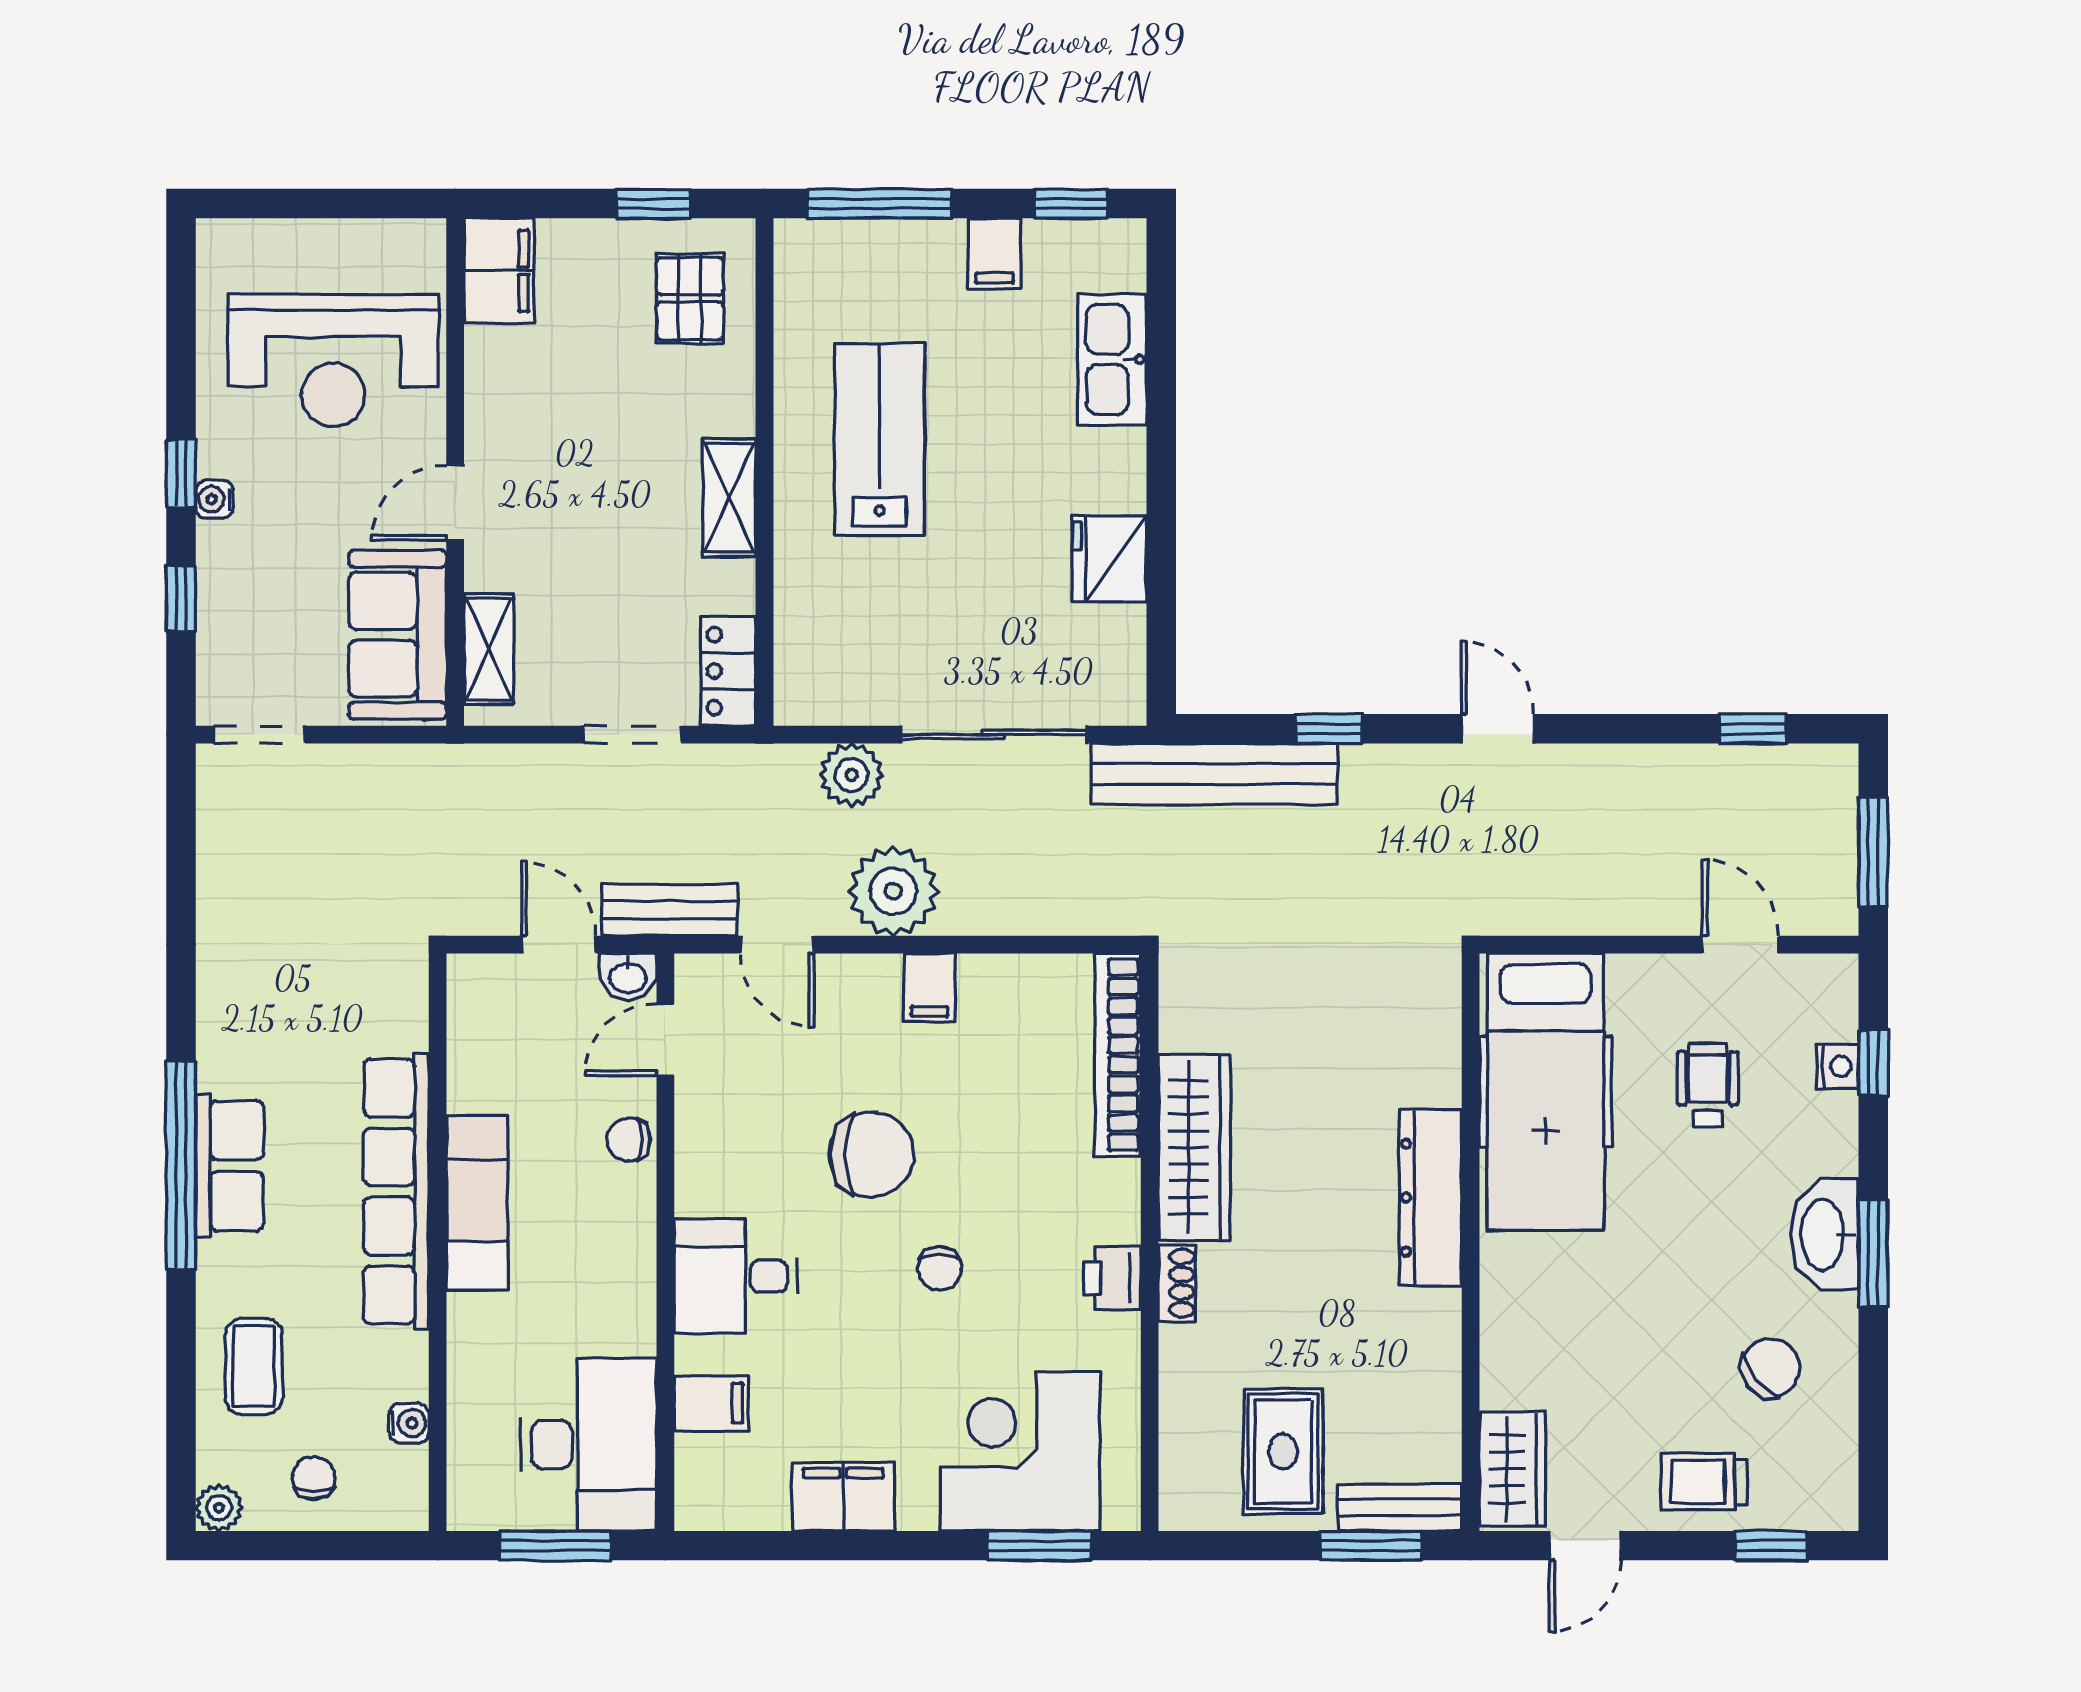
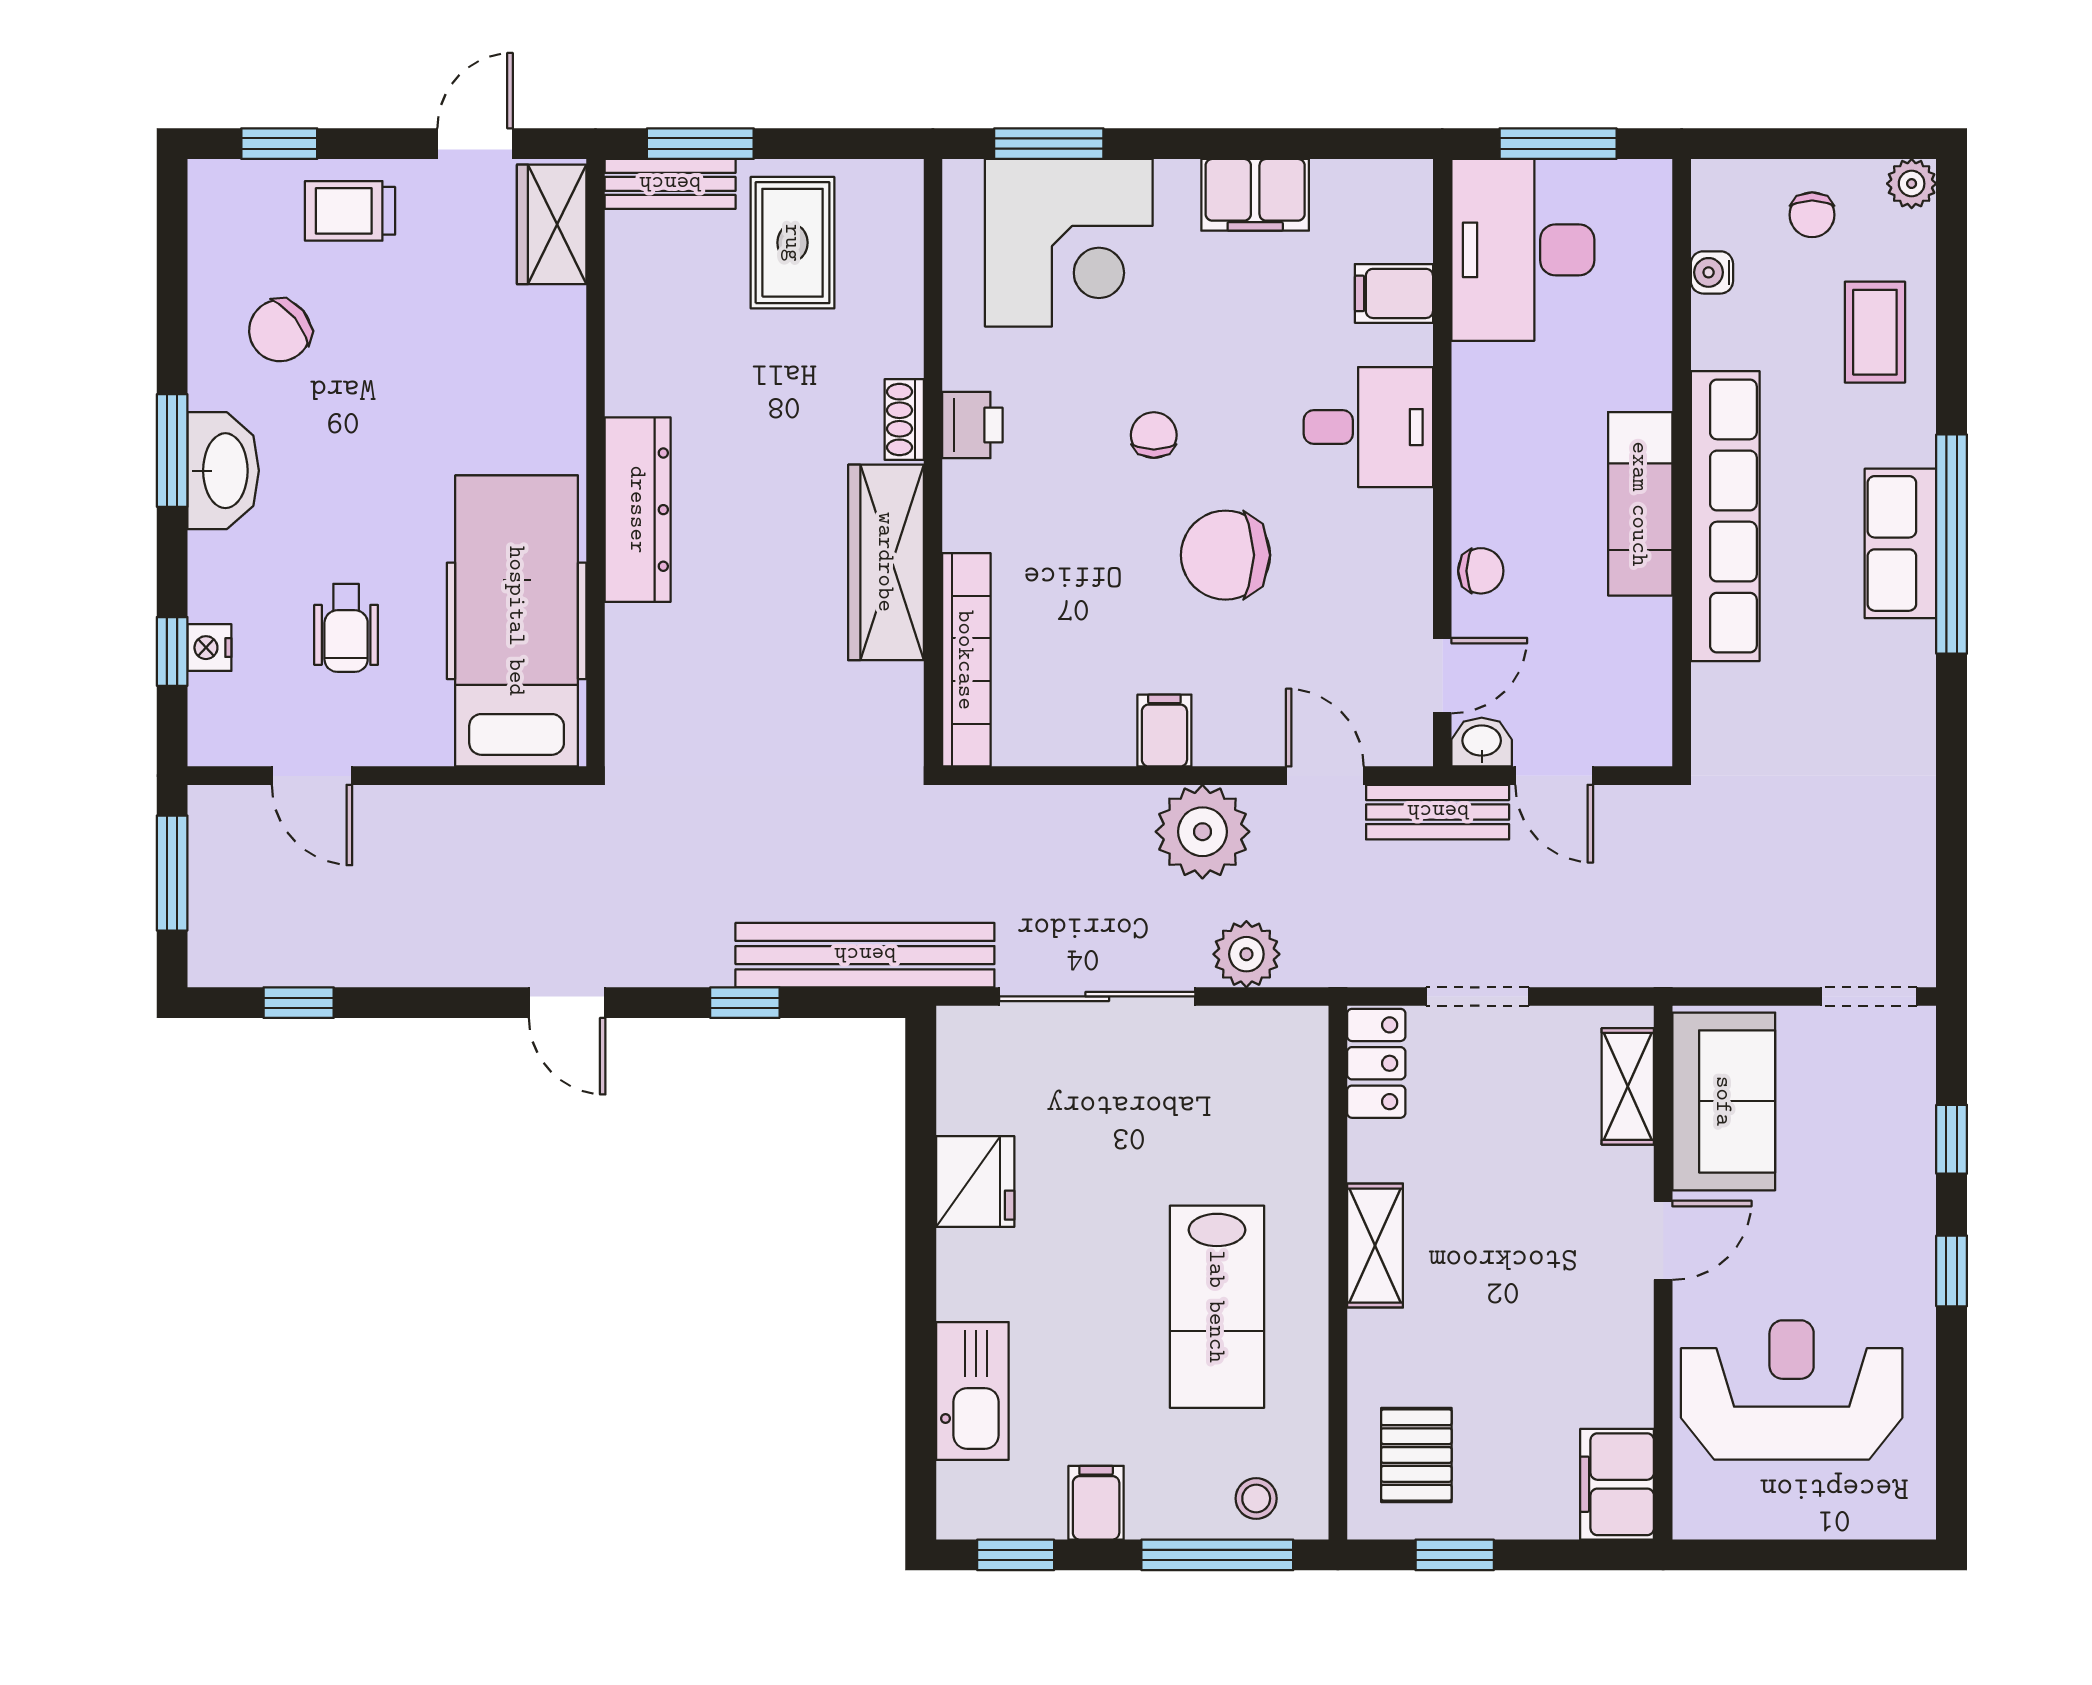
stool: (842, 257) -> (1256, 1498), added
water cooler: (215, 499) -> (1916, 1244), removed
trolley: (1704, 1482) -> (350, 211), turned 180

